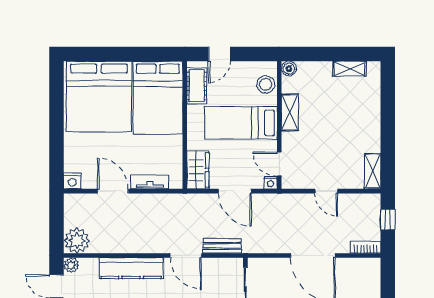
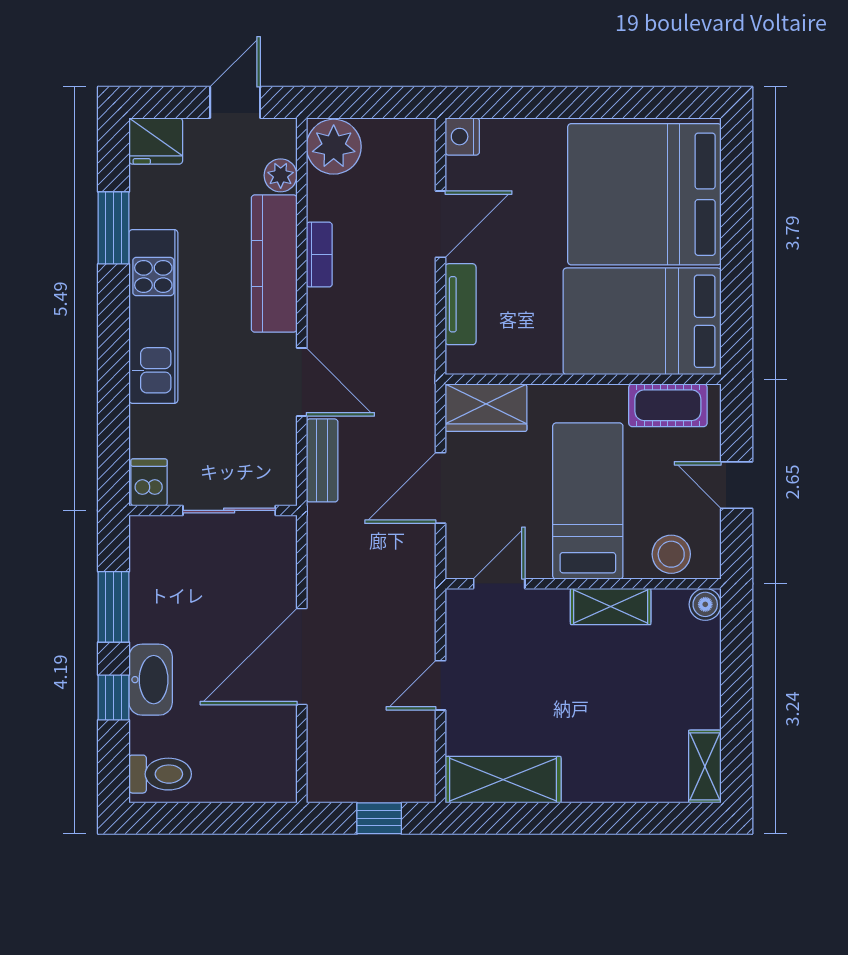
door: (219, 54) -> (737, 485), moved
shelving: (349, 69) -> (705, 766), moved
shelving: (373, 171) -> (503, 780), width x1.50, depth x1.33
nightstand: (270, 183) -> (459, 564), removed
bookcase: (366, 247) -> (319, 255), moved
door: (186, 255) -> (302, 382), swing flipped
plant: (71, 265) -> (281, 175), moved

